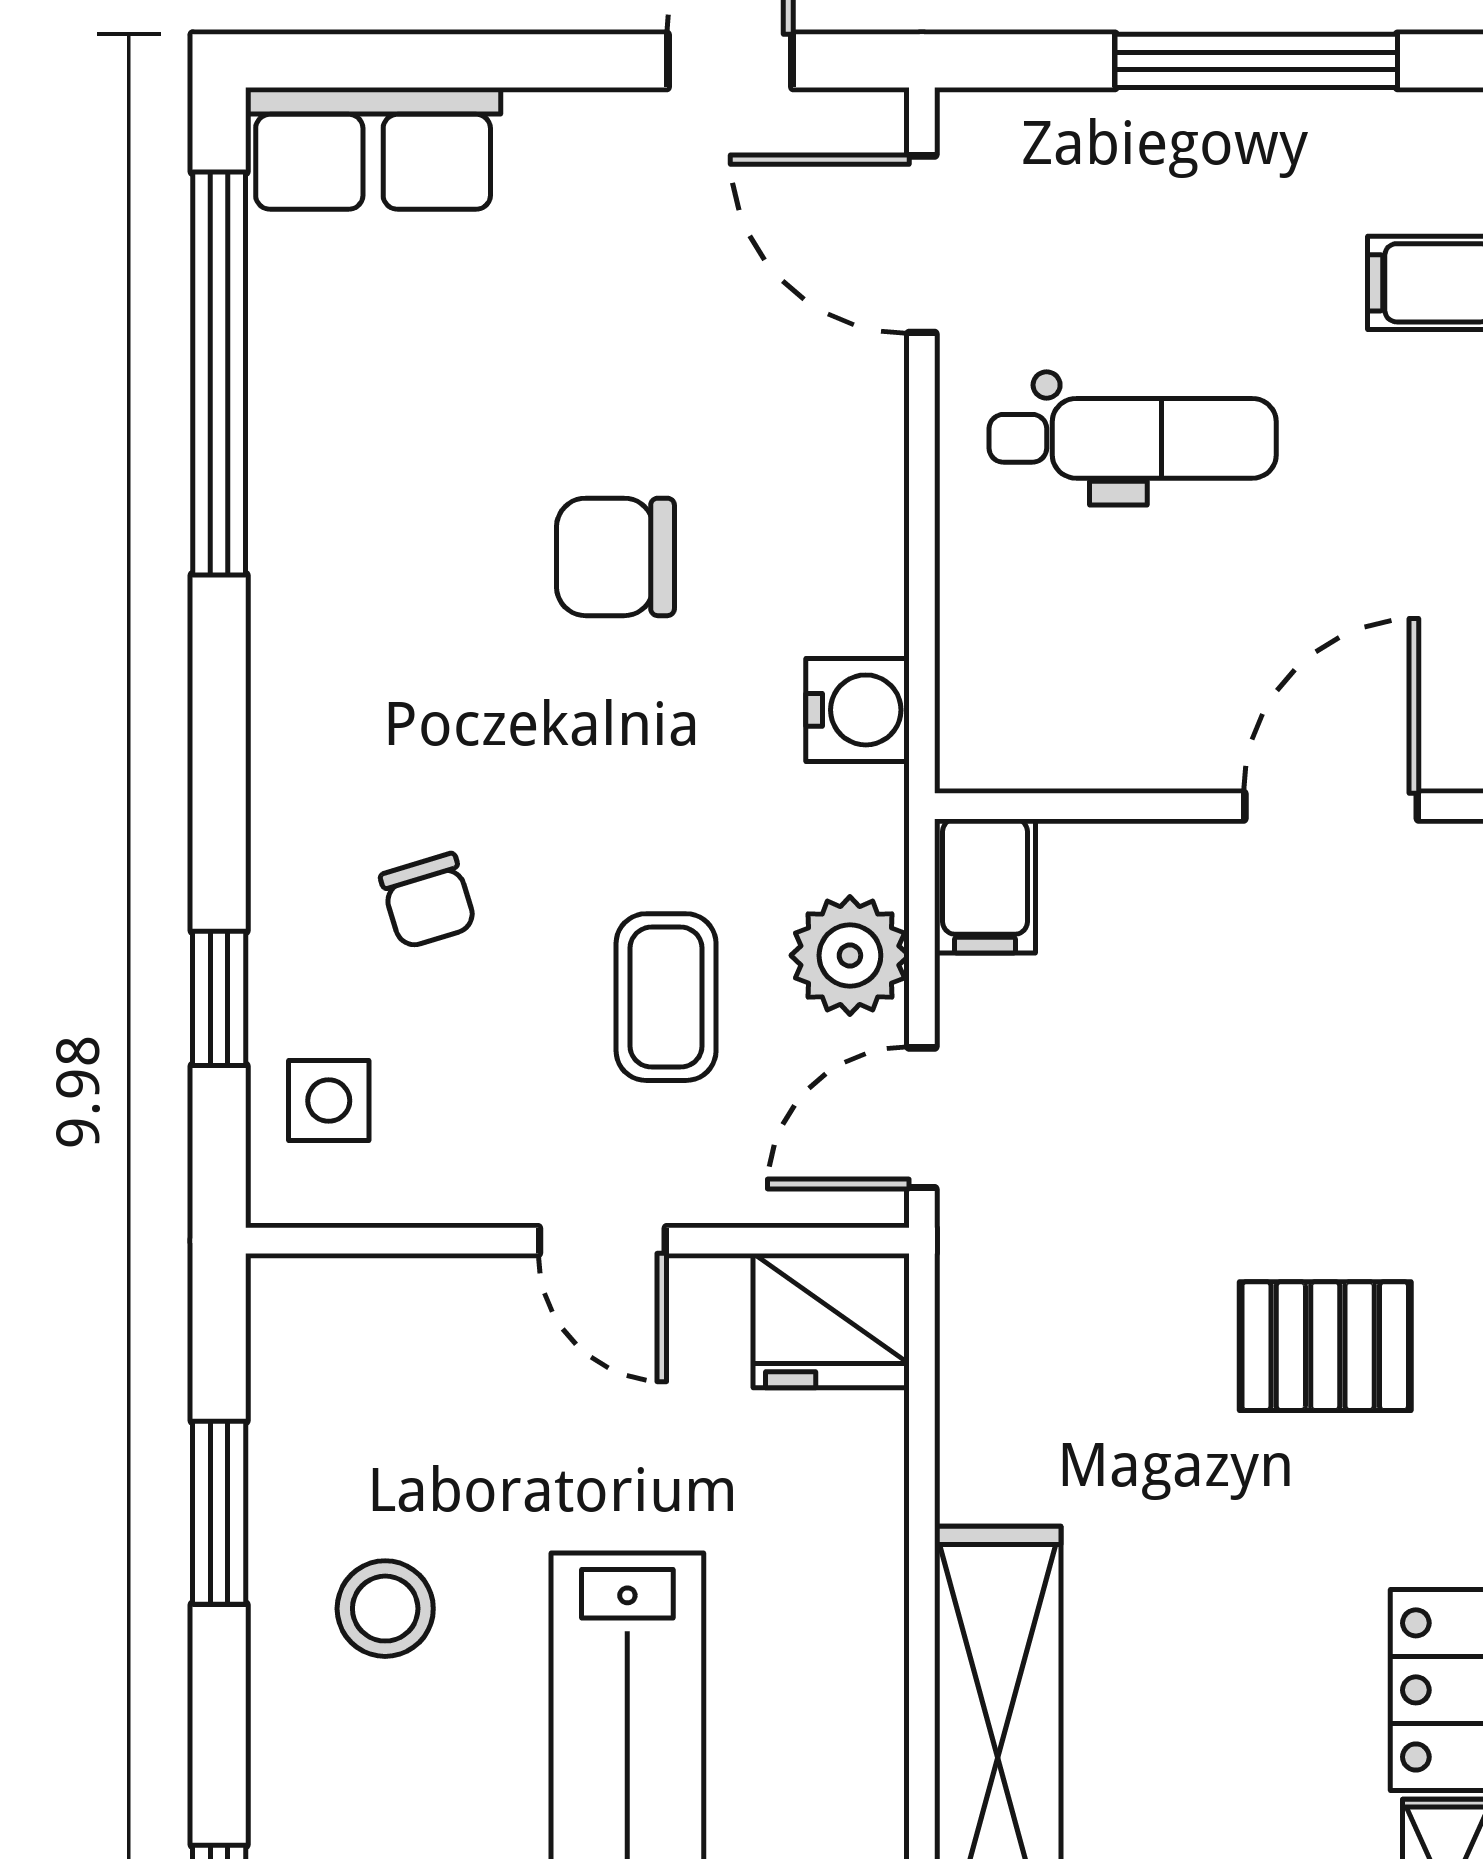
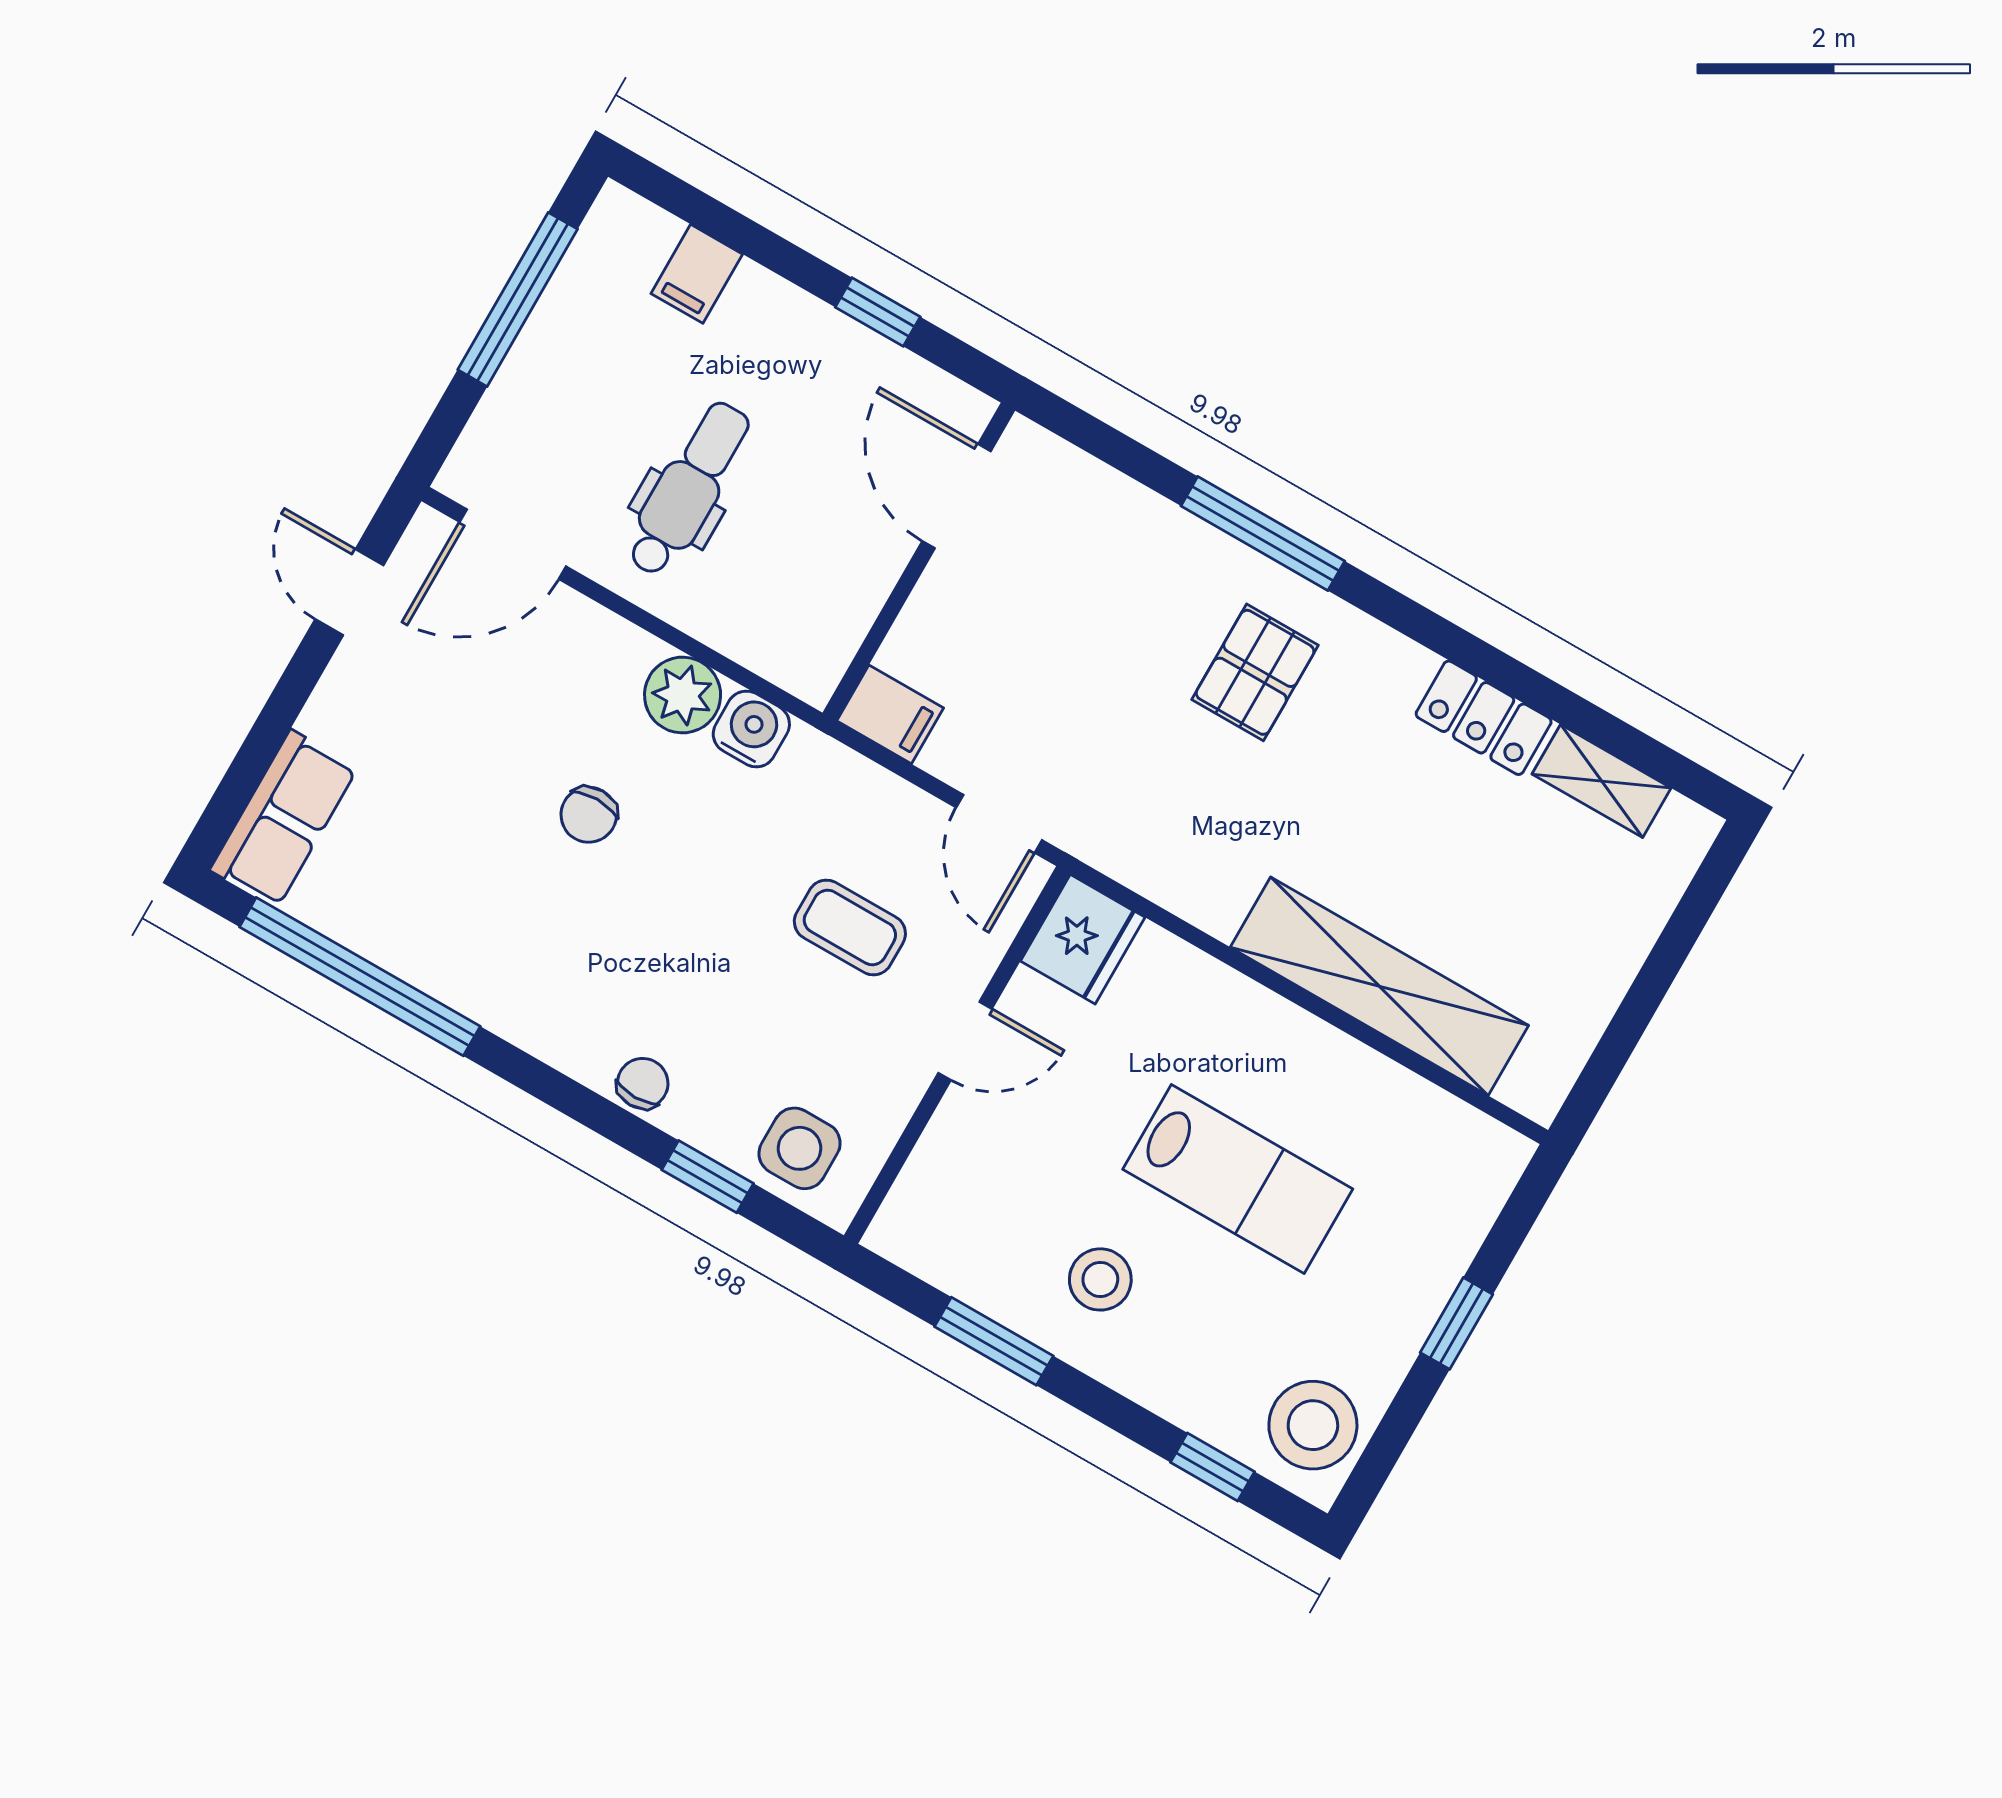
chair: (615, 557) -> (589, 815), width x0.73, depth x0.73
chair: (428, 901) -> (643, 1083), moved, turned -73
plant: (850, 955) -> (683, 695), moved
side table: (329, 1101) -> (800, 1148), width x1.37, depth x1.37

